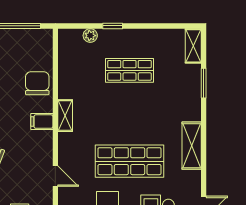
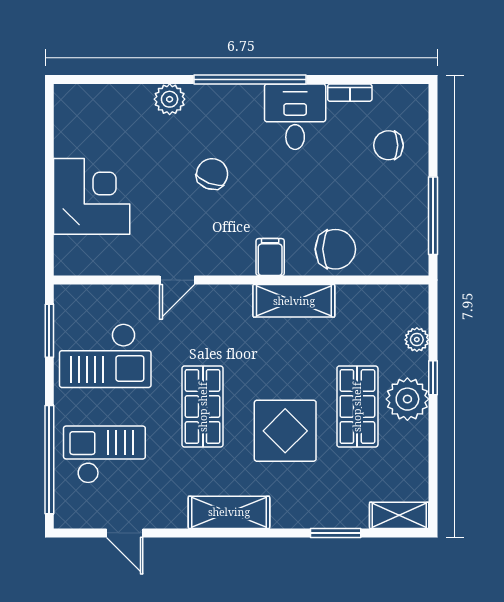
plant: (125, 41) -> (407, 399), added
display table: (144, 113) -> (285, 431), added
shelving: (65, 116) -> (294, 301), width x1.50, depth x1.33
shop shelf: (129, 161) -> (203, 407), width x0.70, depth x0.74

